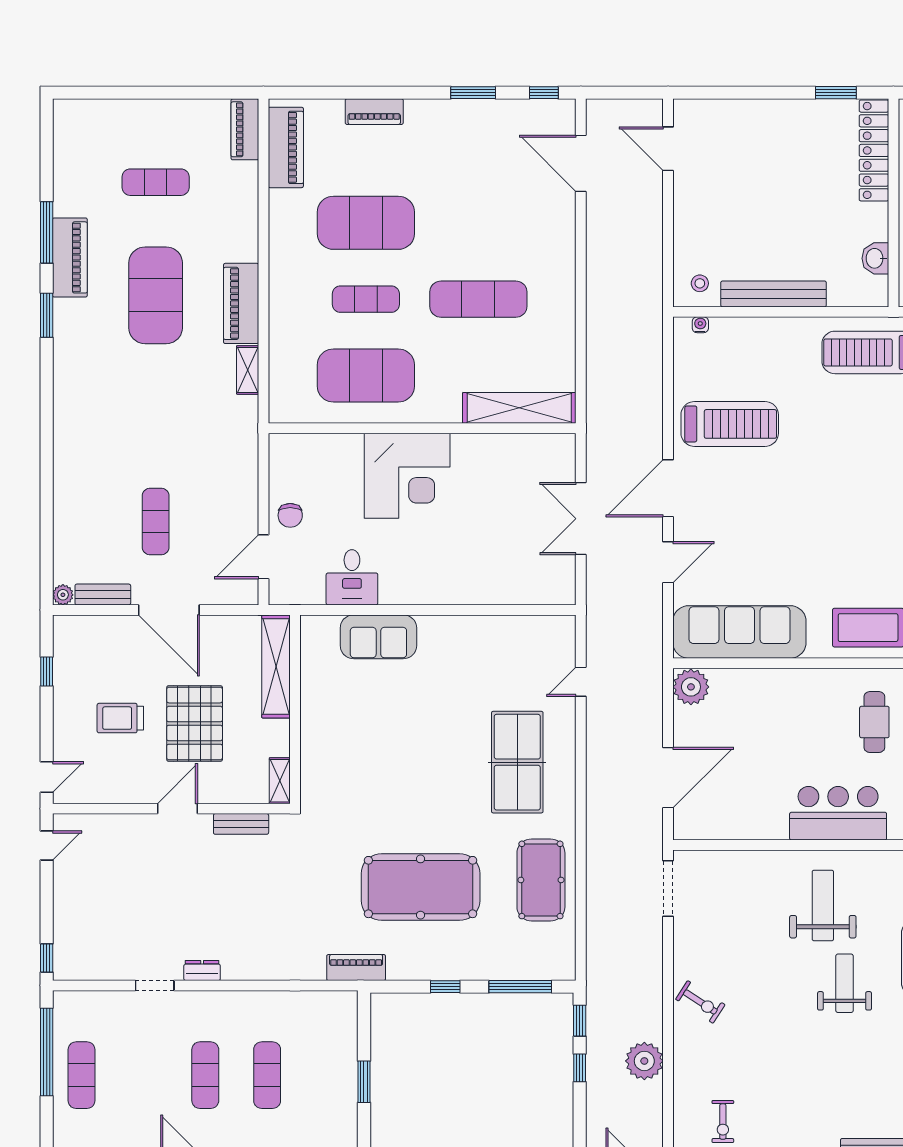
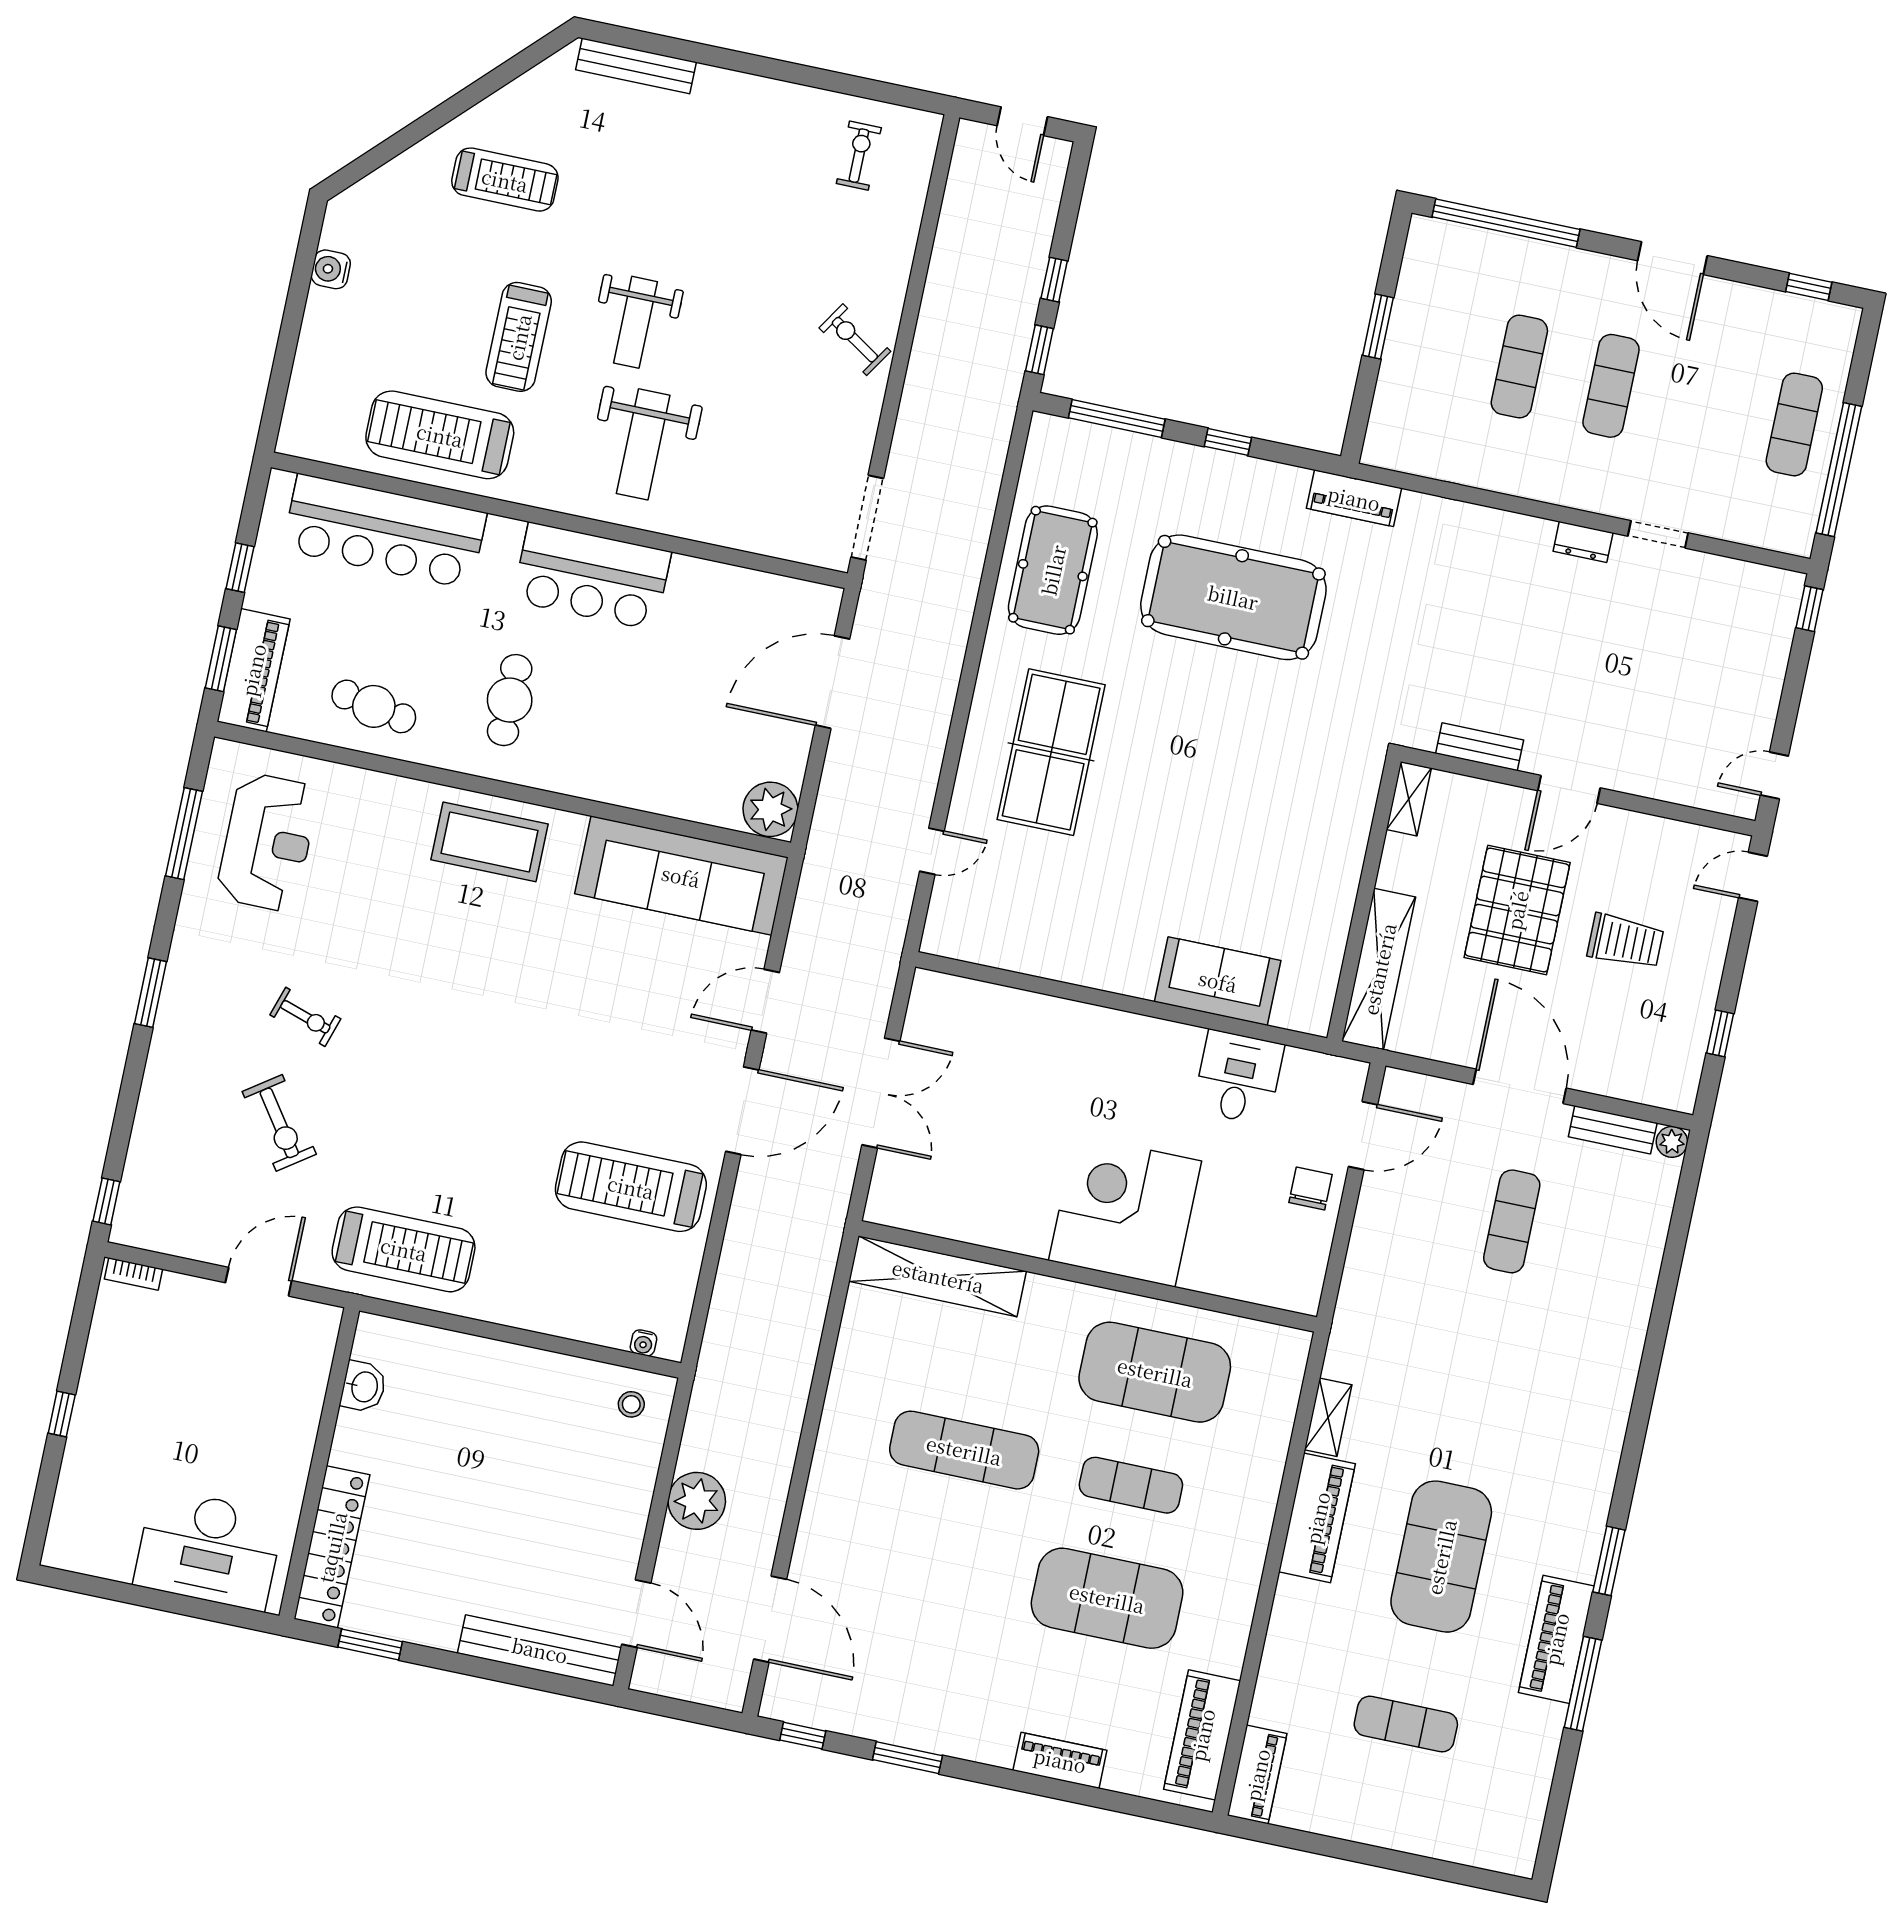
bench: (774, 294) -> (540, 1650), moved
plant: (644, 1061) -> (697, 1501), moved

